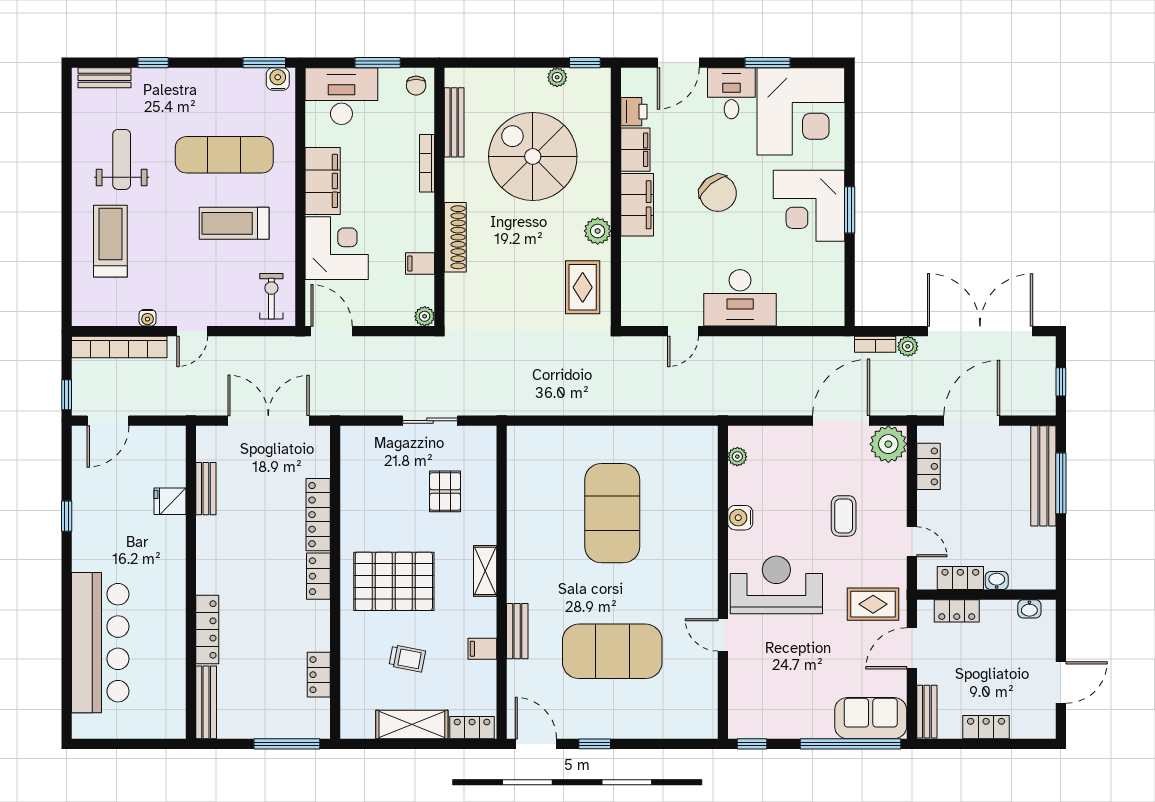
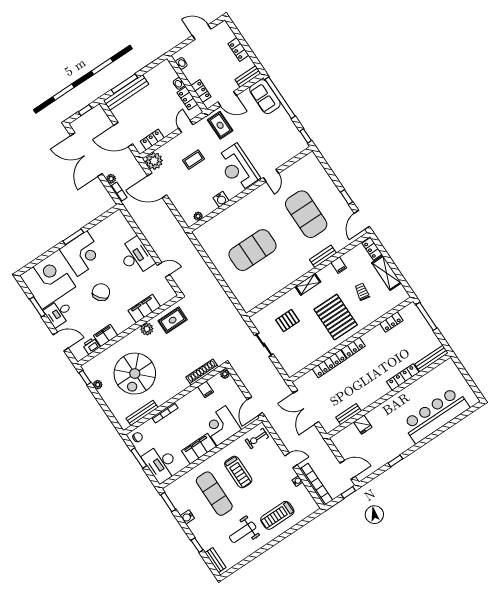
water cooler: (278, 79) -> (187, 517), moved
filing cabinet: (637, 205) -> (144, 308), moved
shoe rack: (455, 237) -> (202, 372), moved

